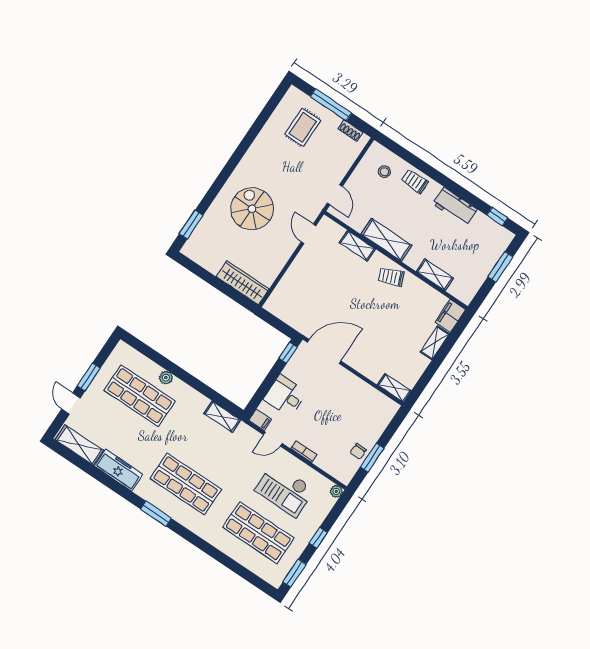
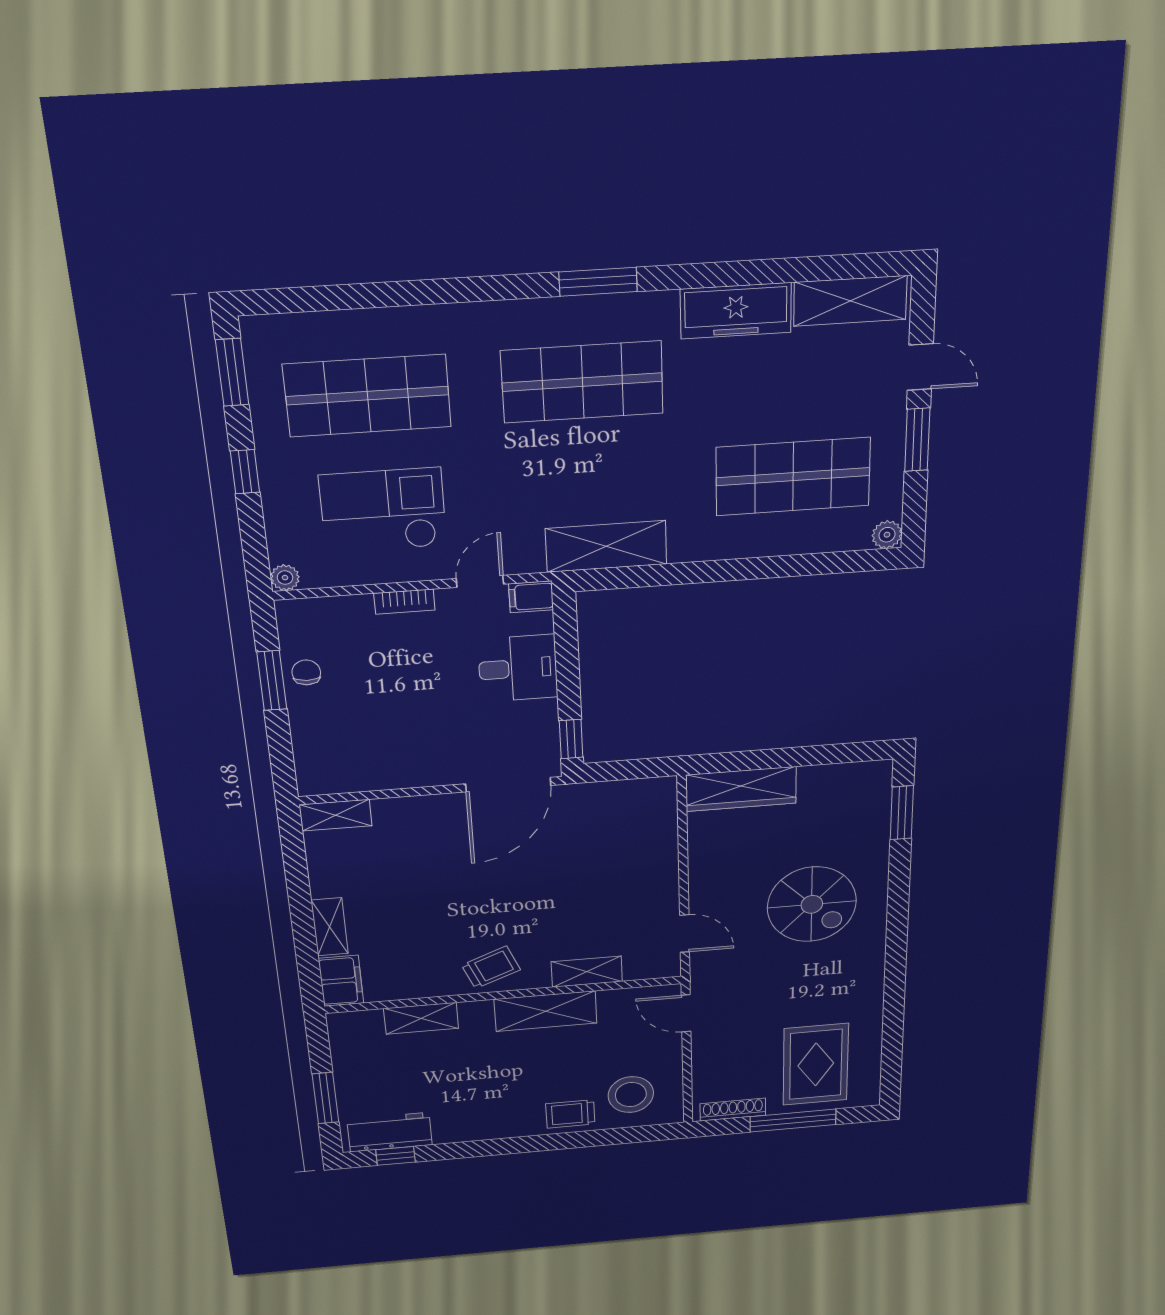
rug: (303, 127) -> (816, 1064), width x1.36, depth x1.43
shoe rack: (351, 131) -> (733, 1110), width x1.43
stool: (384, 172) -> (631, 1095), width x1.89, depth x1.89
trolley: (415, 181) -> (570, 1114), turned 180
workbench: (455, 207) -> (390, 1132), moved
plant: (166, 378) -> (887, 535), moved
shelving: (222, 417) -> (606, 546), width x1.50, depth x1.33

